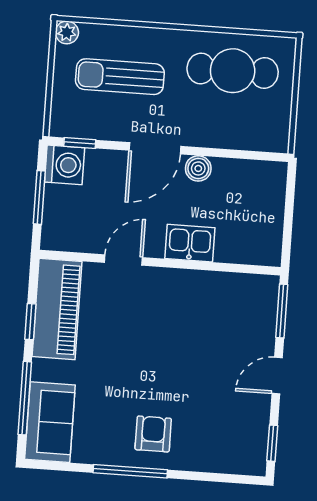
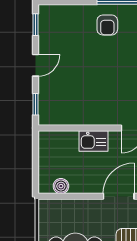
boiler: (198, 168) -> (61, 186), moved
window: (282, 311) -> (36, 104), width x0.67

